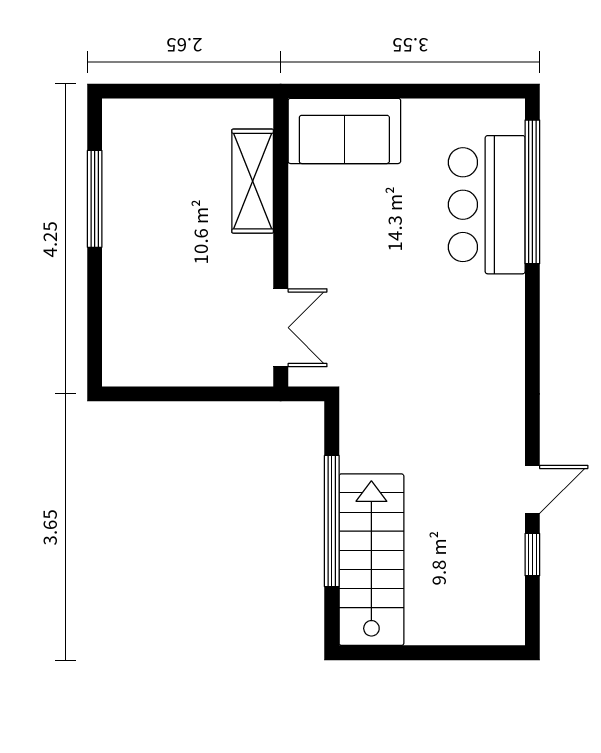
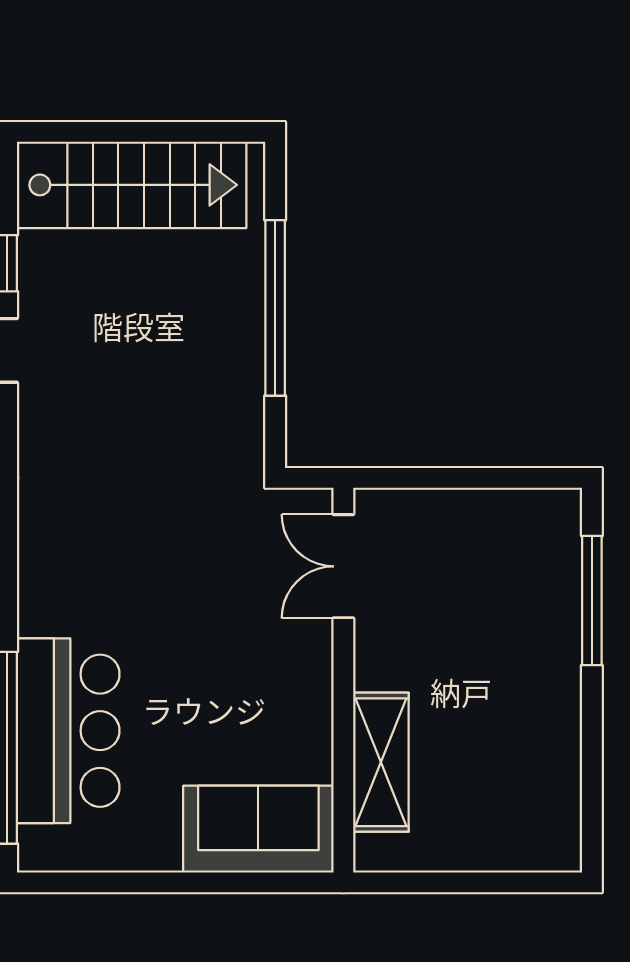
window: (95, 199) -> (592, 600), moved
stairs: (371, 560) -> (132, 185), moved, turned -90

